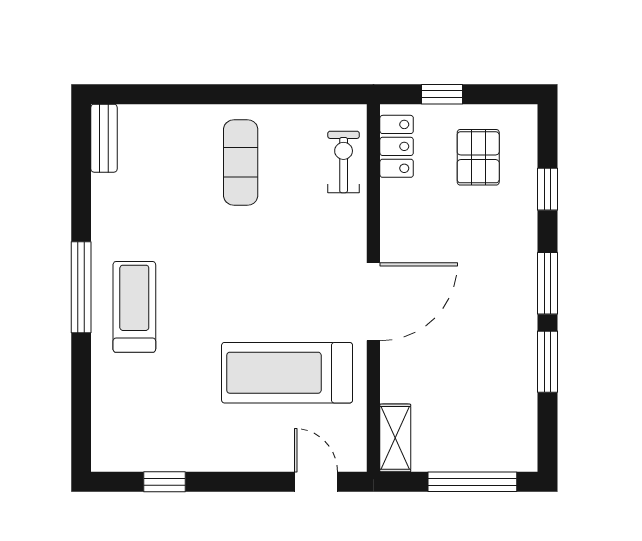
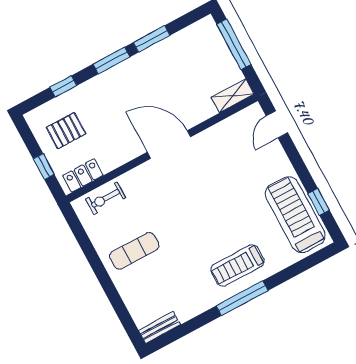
treadmill: (287, 373) -> (295, 215), moved, turned 180

